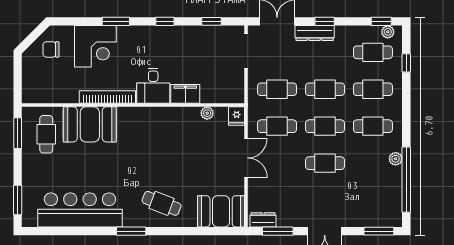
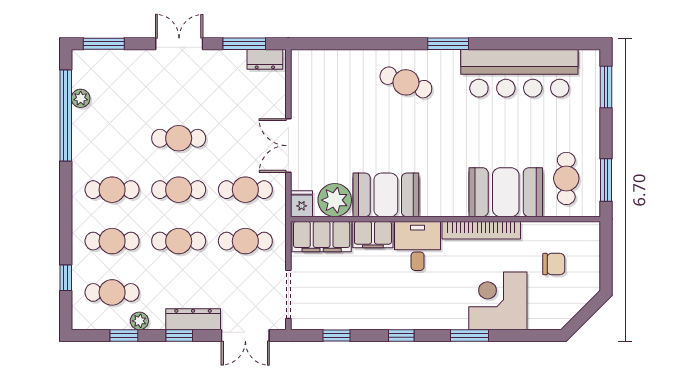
window: (381, 21) -> (124, 335), moved
plant: (388, 32) -> (139, 321), moved
chair: (51, 49) -> (554, 264), moved
filing cabinet: (222, 92) -> (322, 237), added
plant: (207, 113) -> (335, 200), width x1.88, depth x1.88
plant: (396, 159) -> (81, 98), moved
booth: (221, 211) -> (386, 195), moved

